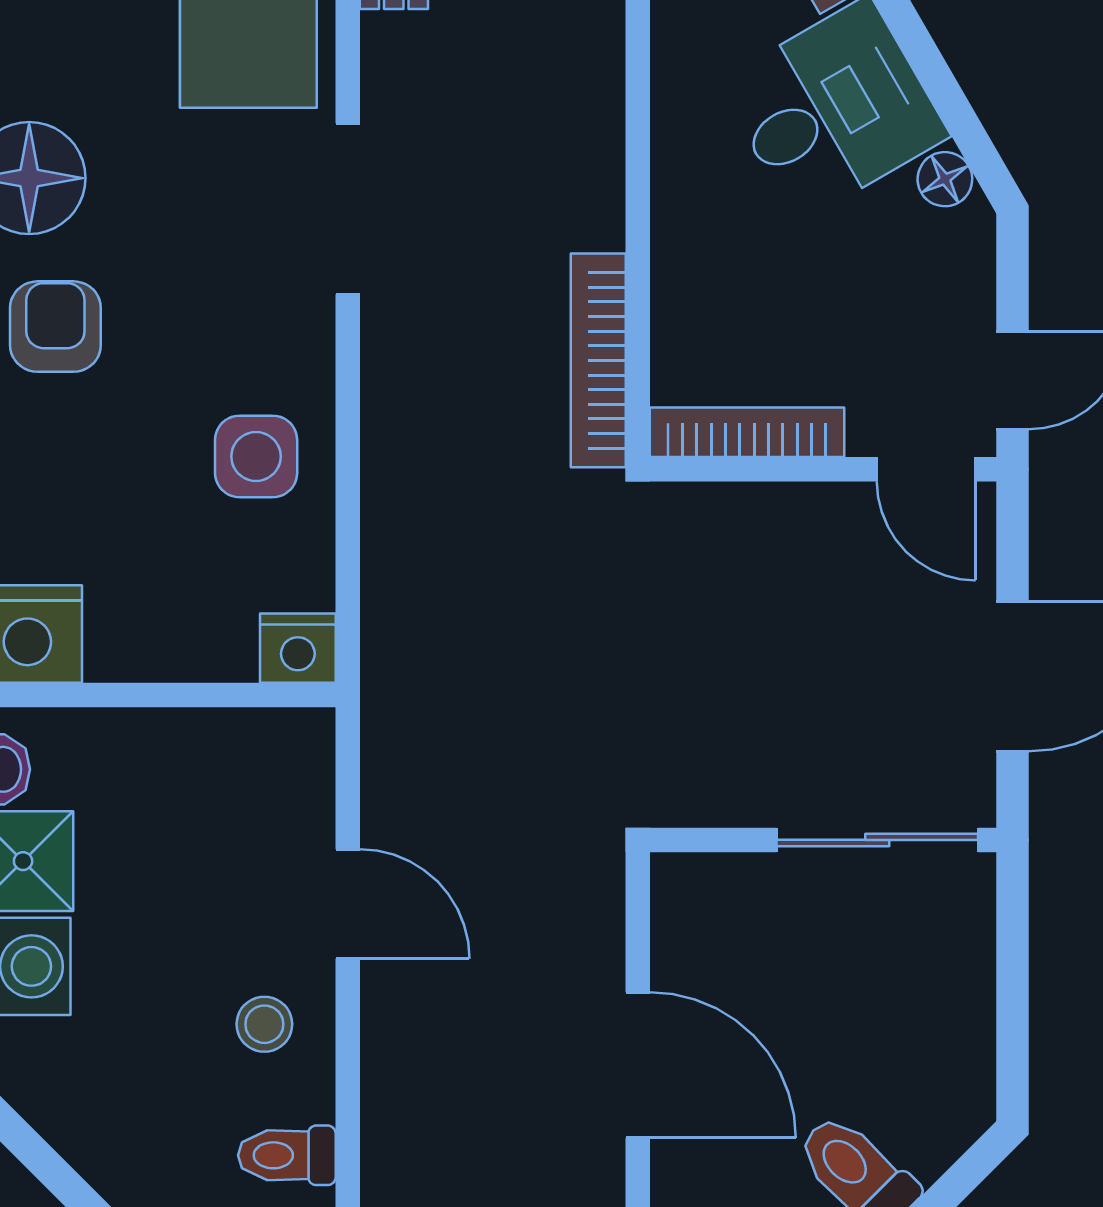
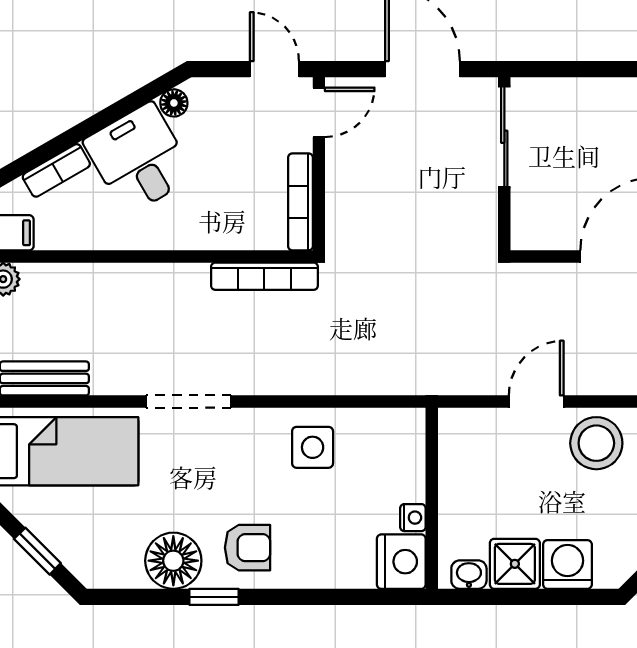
armchair: (55, 327) -> (248, 548), turned 180
nightstand: (298, 648) -> (413, 518), moved, width x0.72, depth x0.74
stool: (264, 1024) -> (596, 443), width x1.89, depth x1.89

